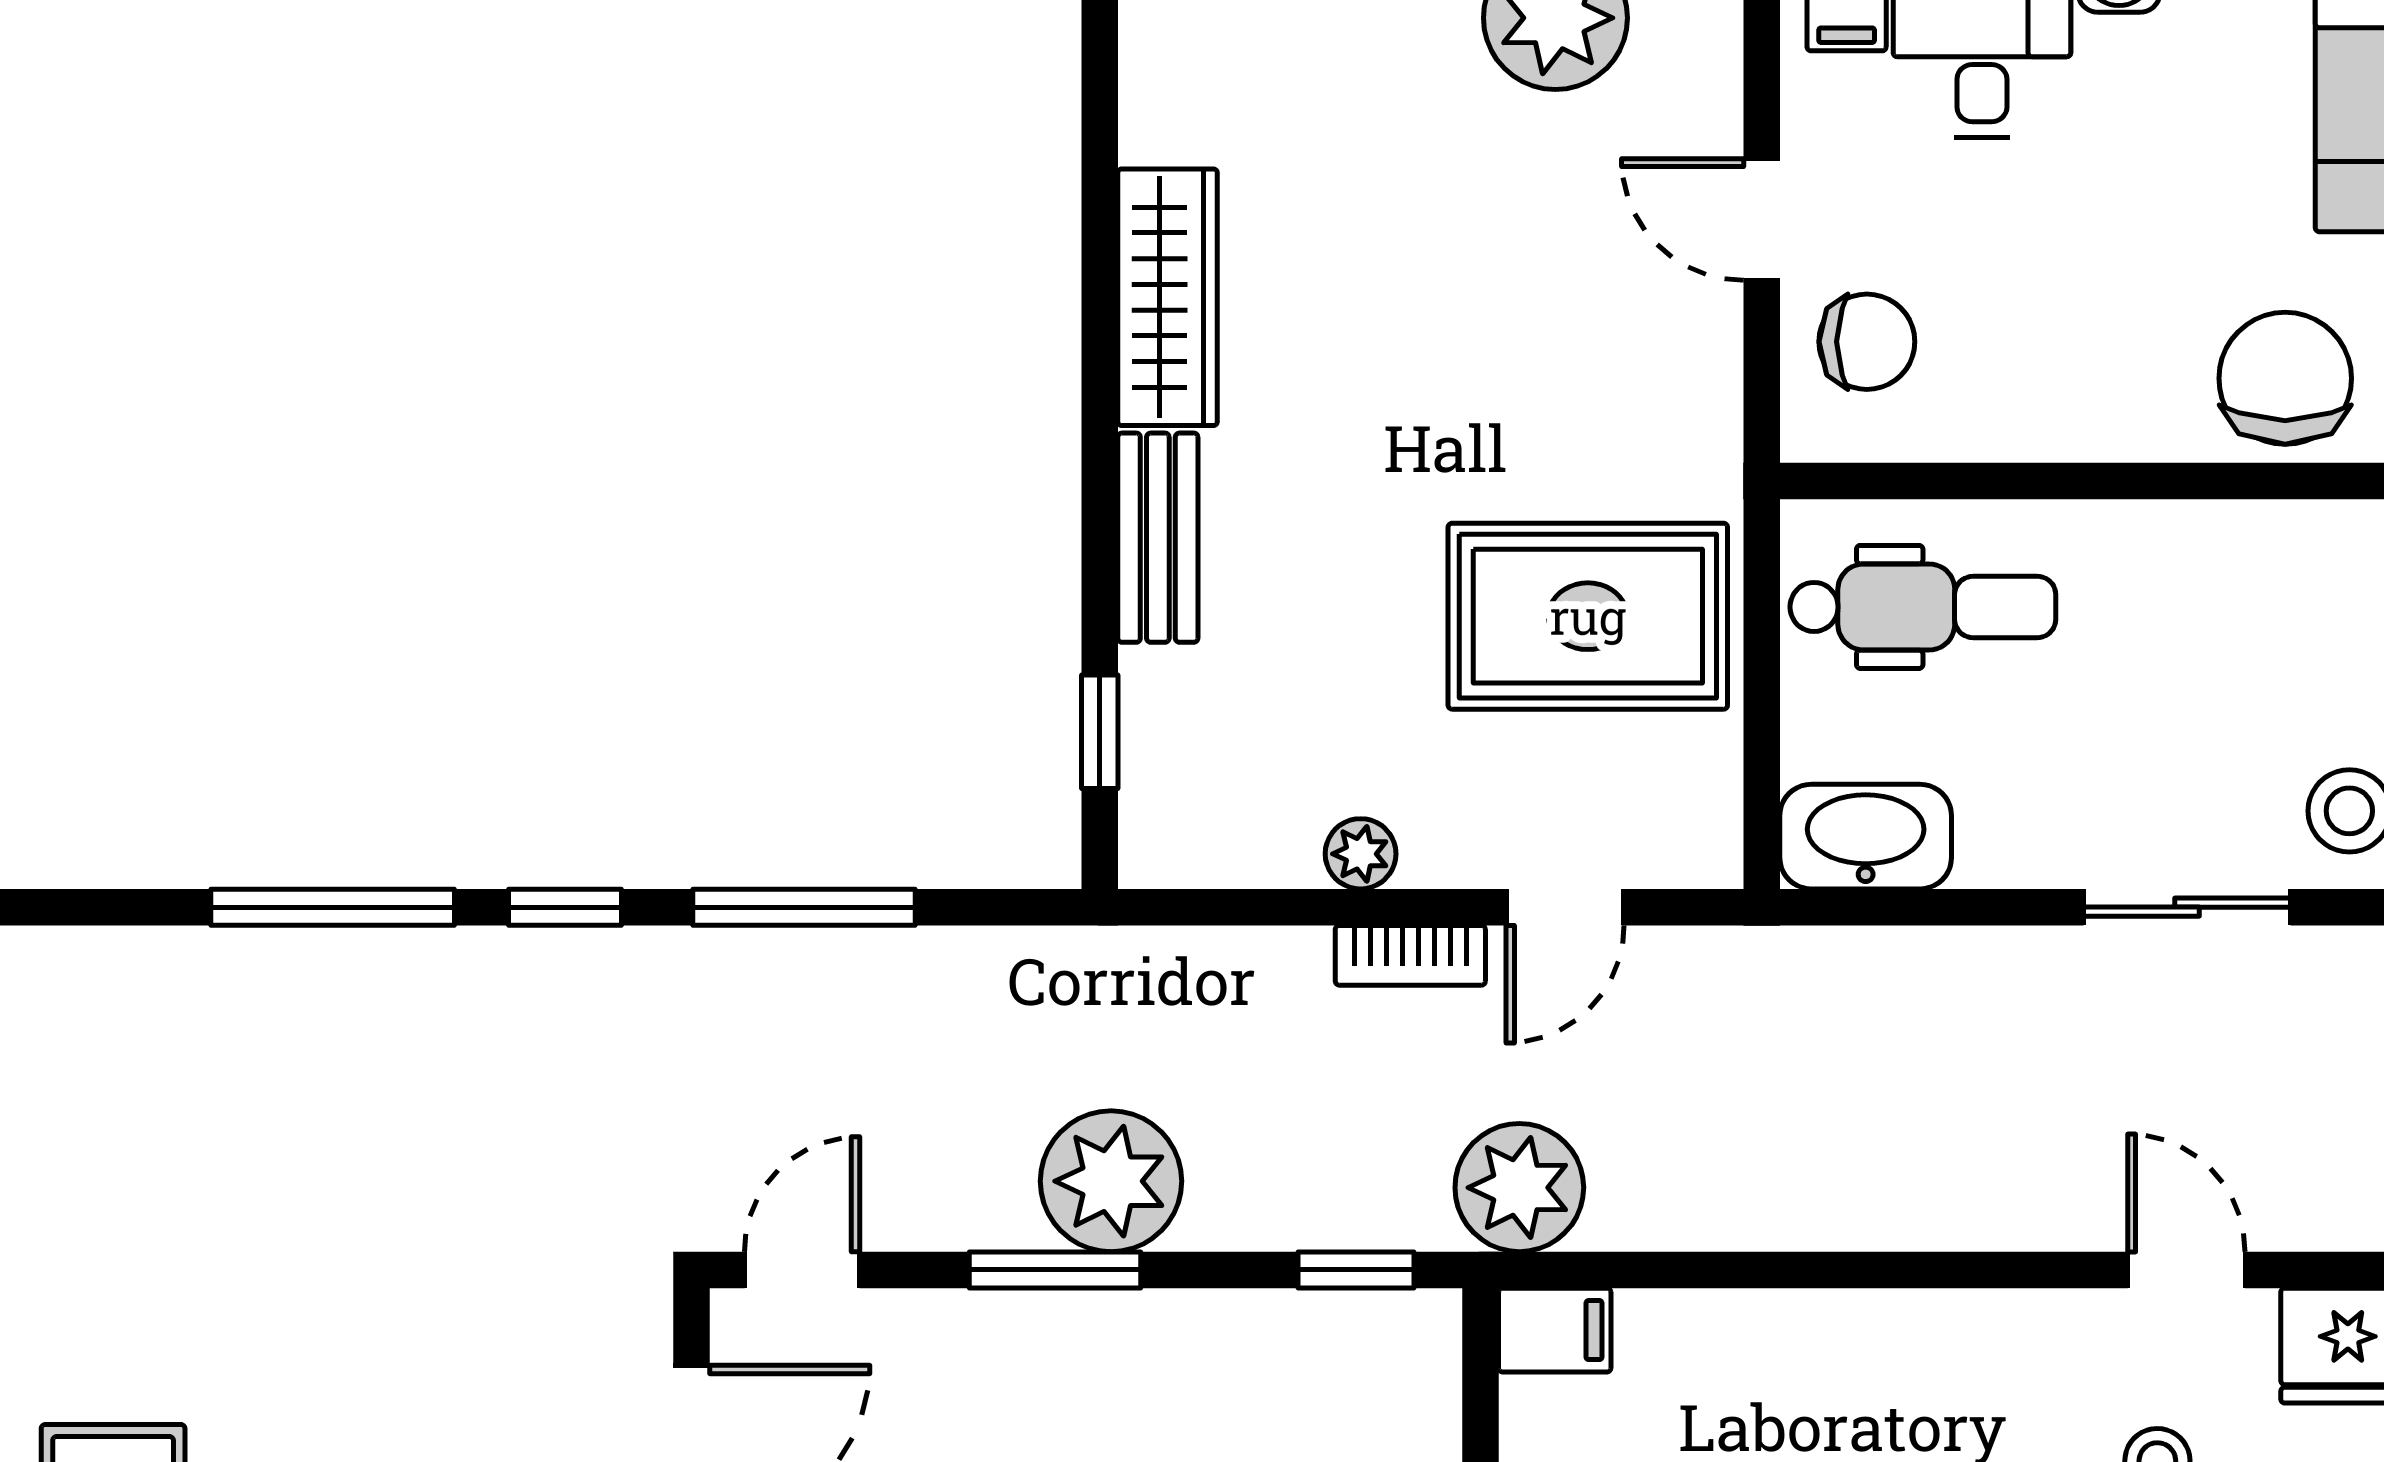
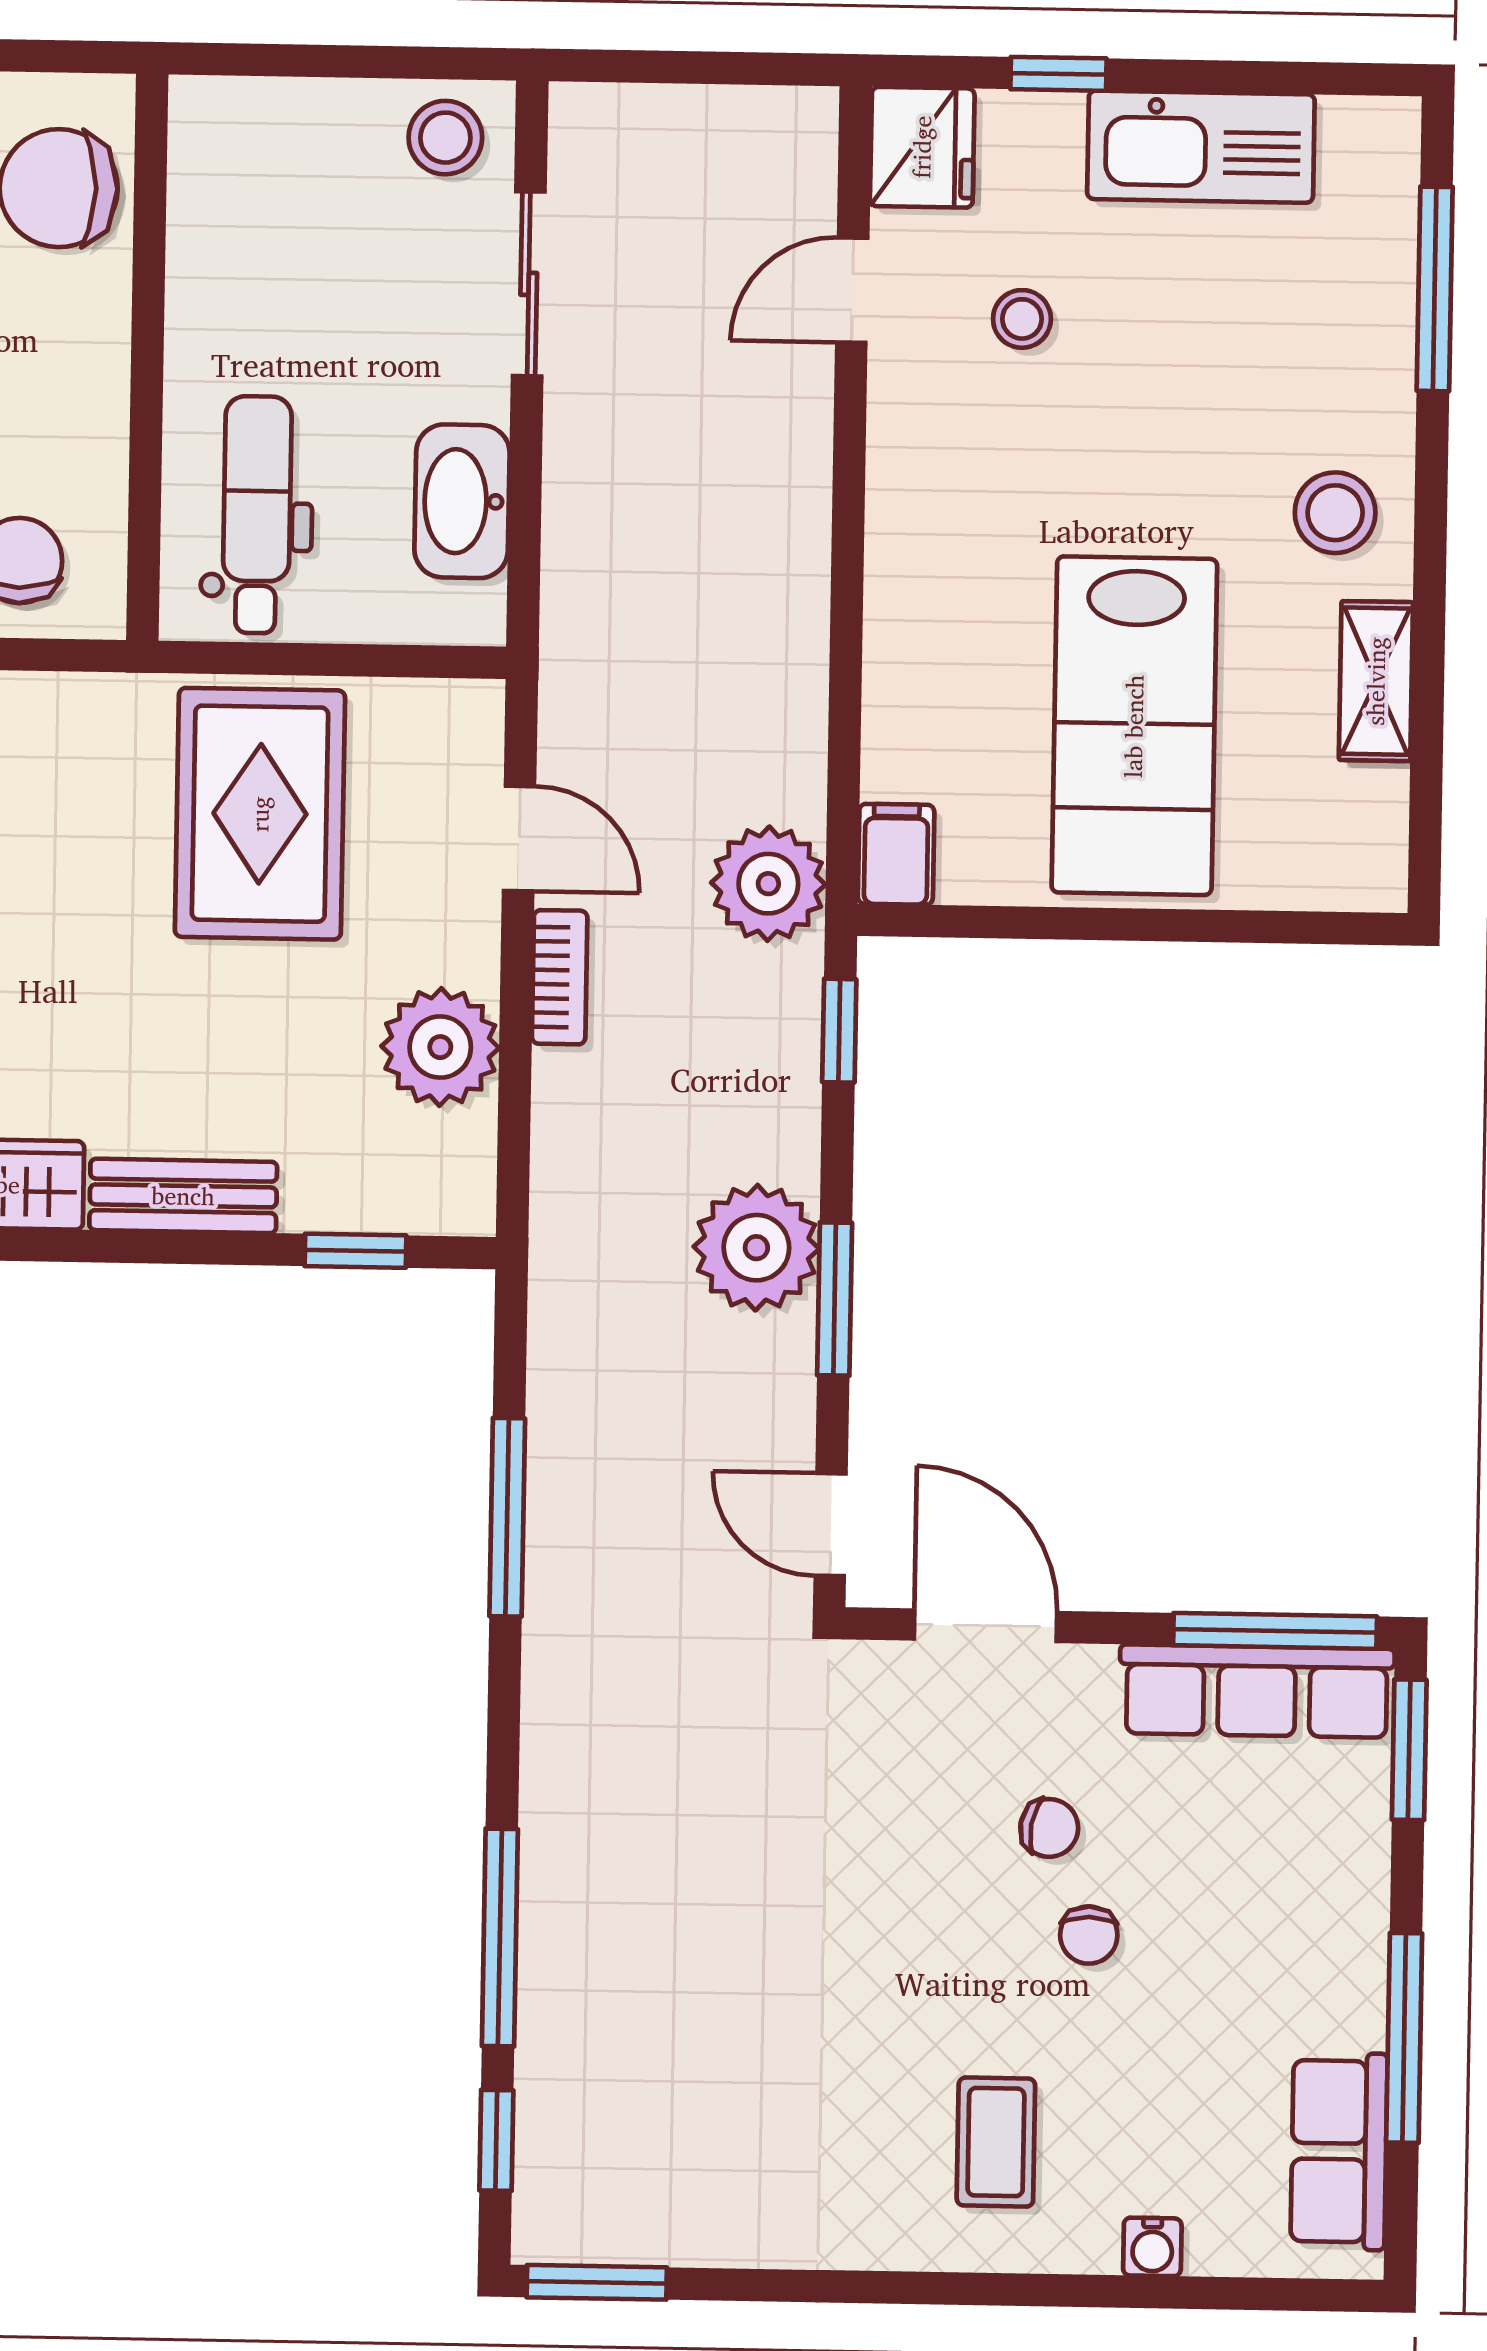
washbasin: (1866, 837) -> (462, 501), moved
plant: (1361, 854) -> (440, 1047), width x1.87, depth x1.87
window: (565, 907) -> (496, 2140), moved

